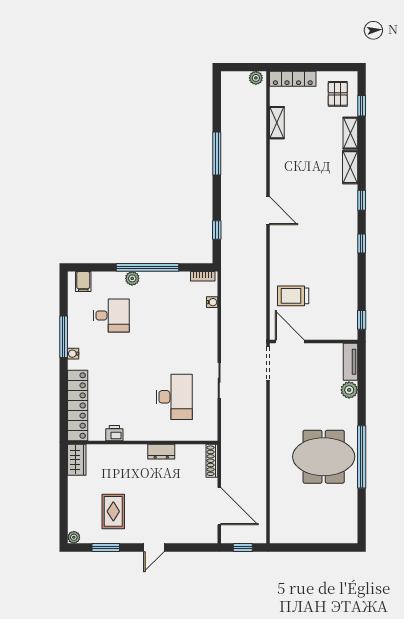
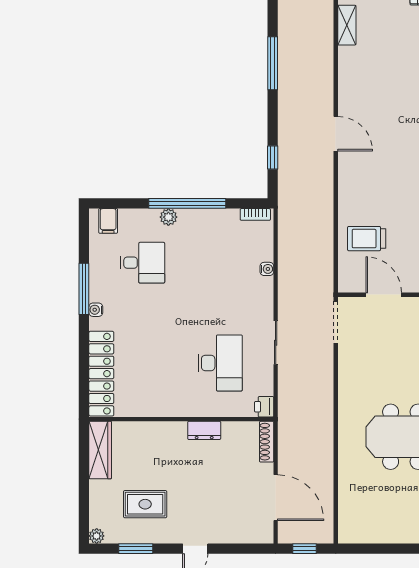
water cooler: (212, 302) -> (267, 269), moved
door: (290, 341) -> (384, 295), moved
printer: (114, 433) -> (264, 407), moved, turned -90
wardrobe: (77, 460) -> (100, 450), width x1.50
rug: (113, 511) -> (145, 504), turned 90

